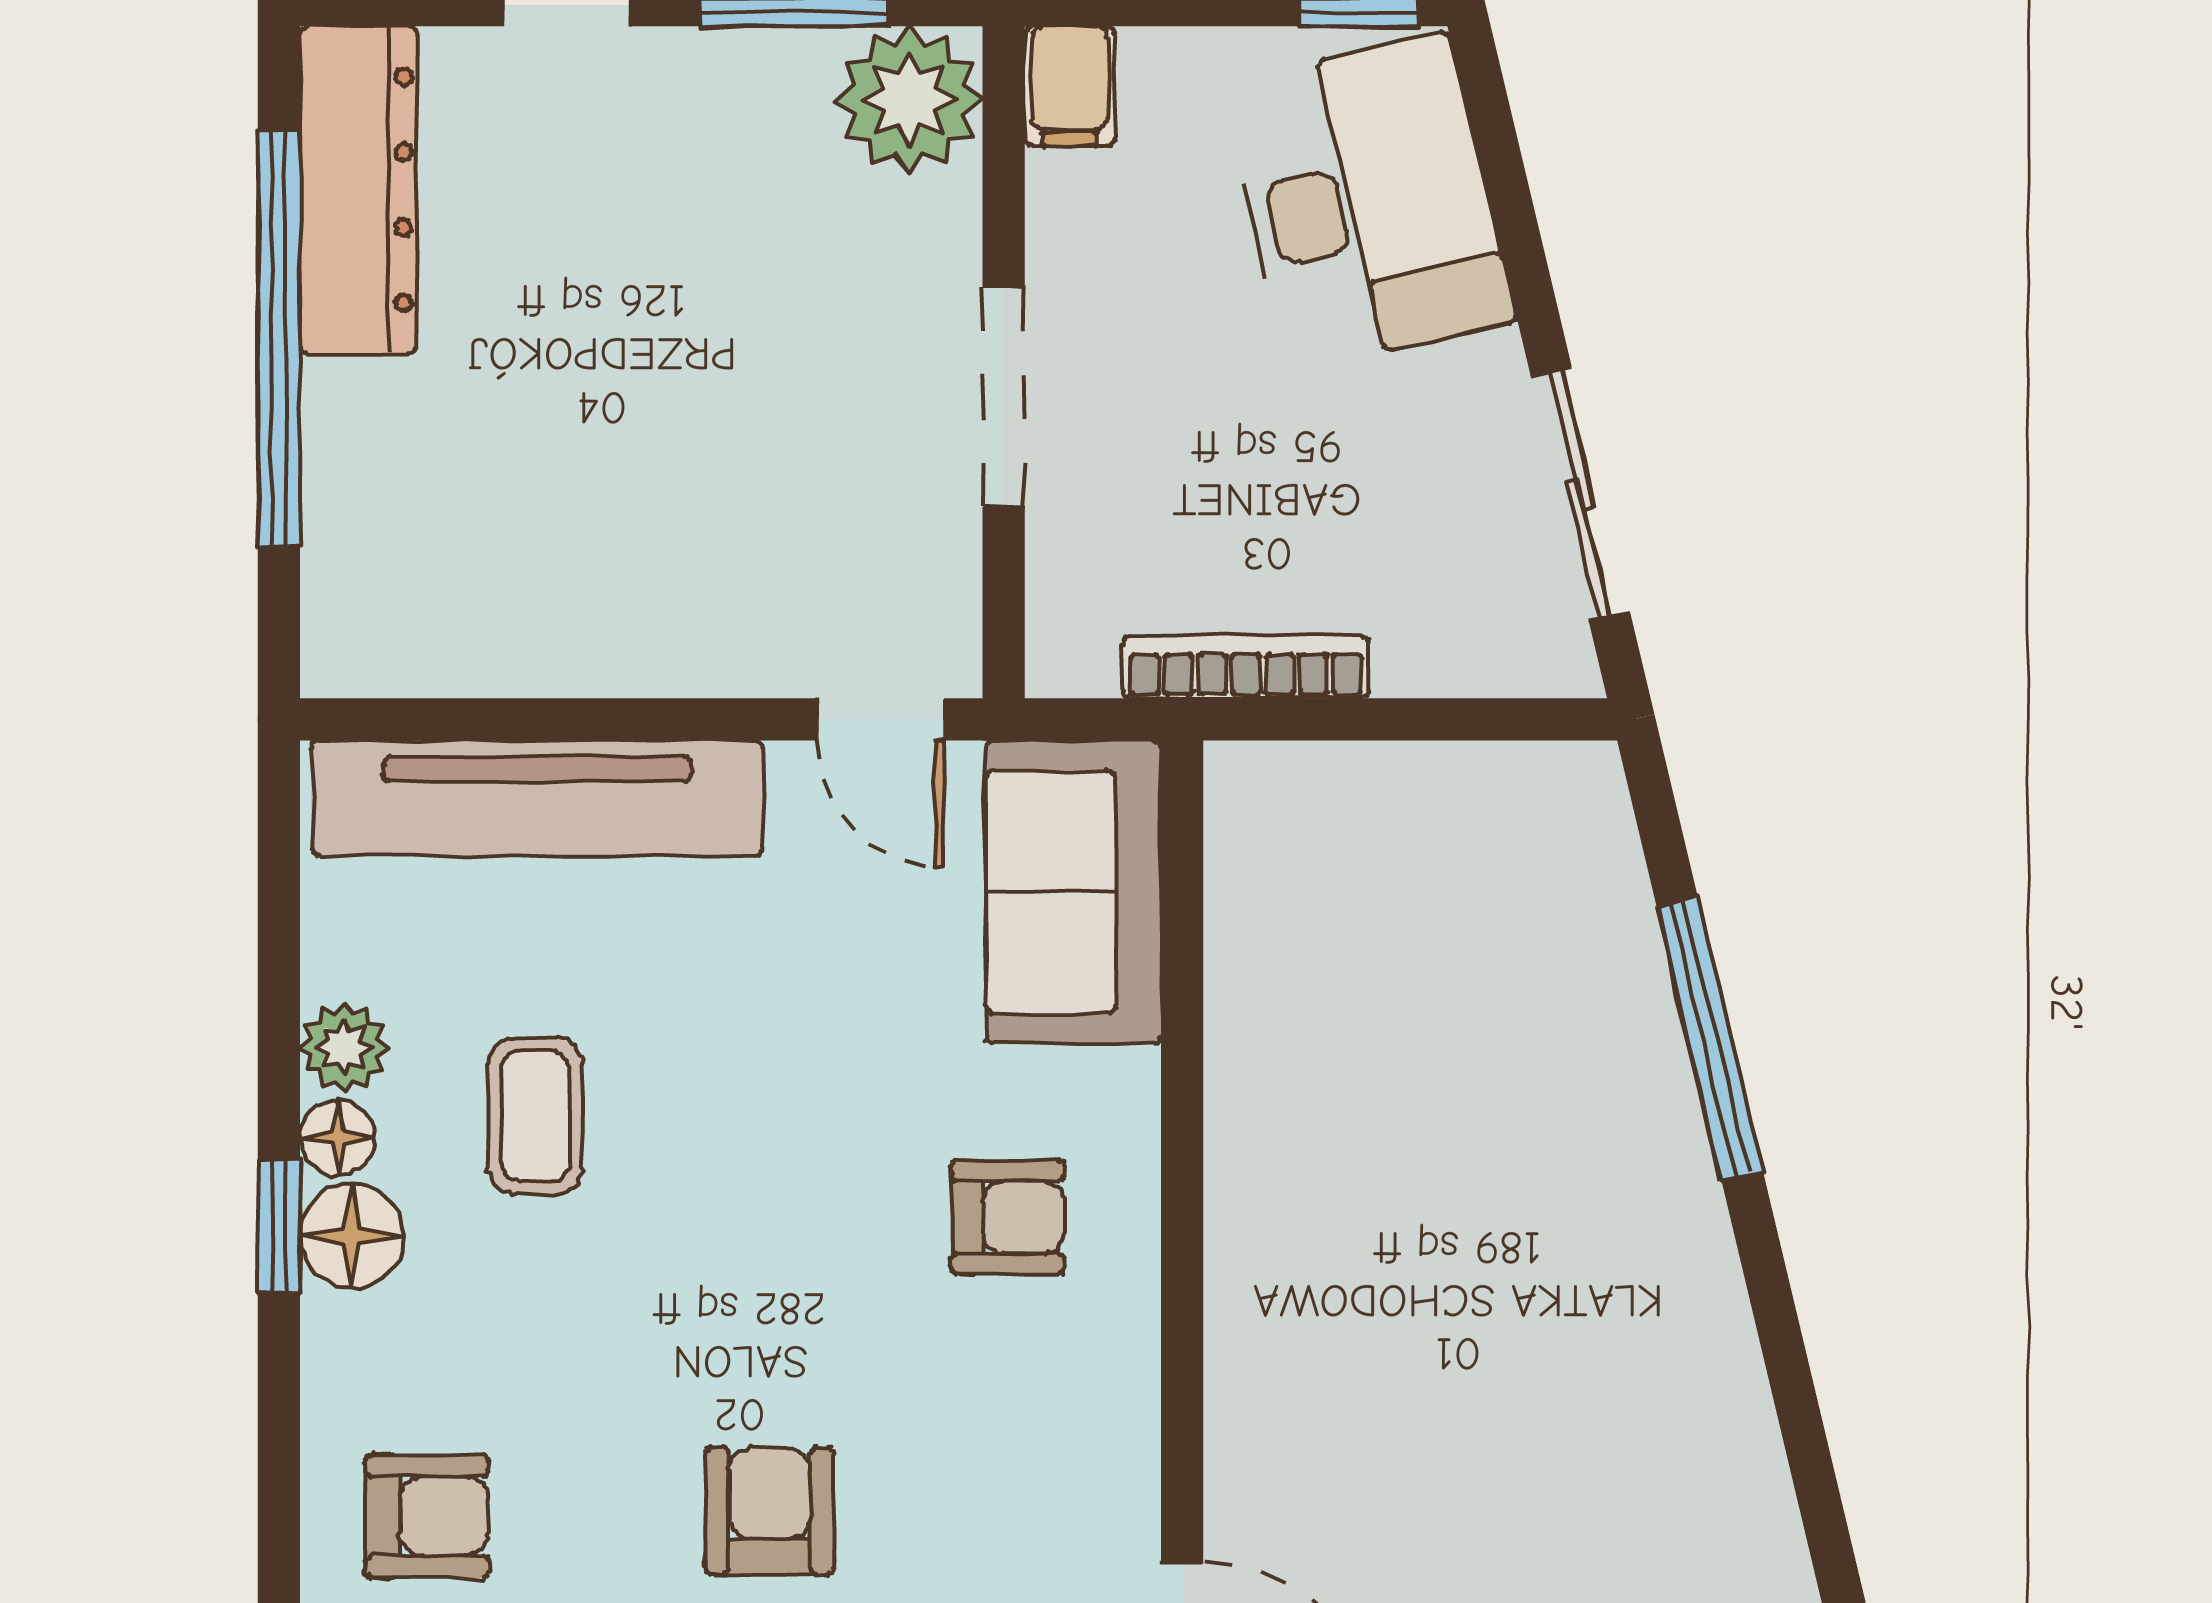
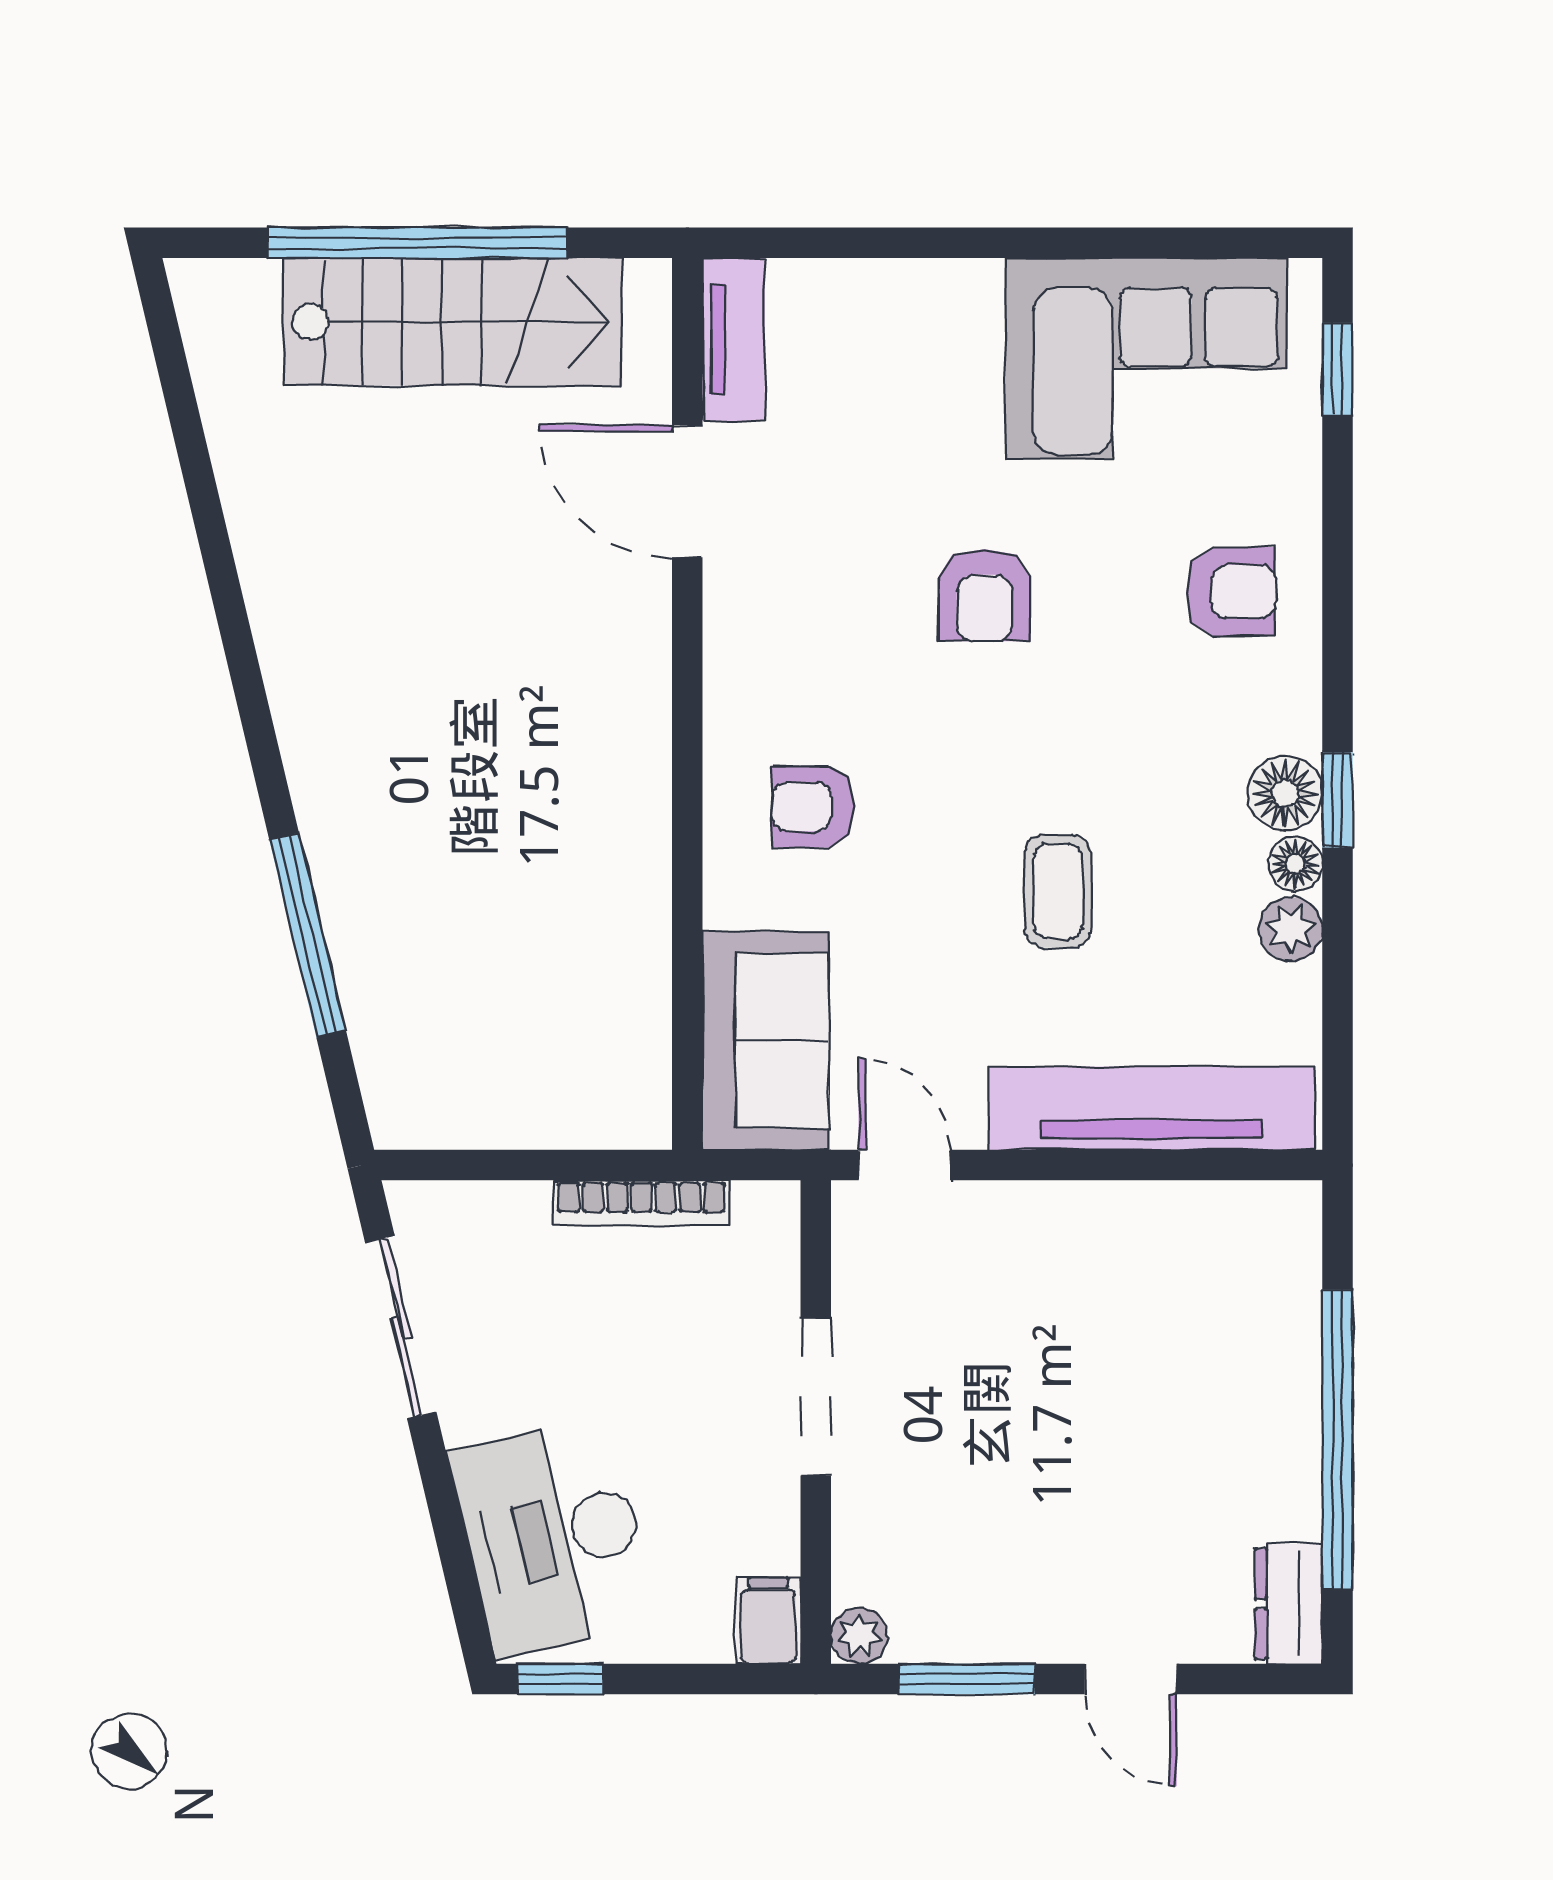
plant: (909, 100) -> (859, 1636), width x0.53, depth x0.53
dresser: (358, 190) -> (1289, 1604), width x0.51, depth x0.80
coffee table: (535, 1116) -> (1058, 891), moved
armchair: (427, 1516) -> (1231, 592), turned 180

